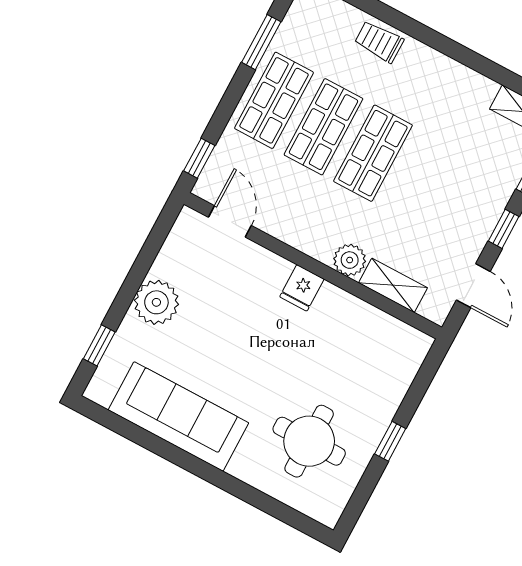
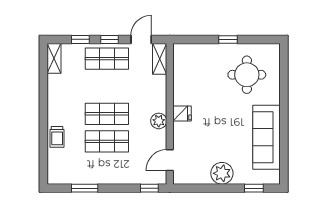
shop shelf: (274, 100) -> (107, 59), moved
plant: (350, 260) -> (159, 121), moved
shelving: (393, 285) -> (160, 59), moved

